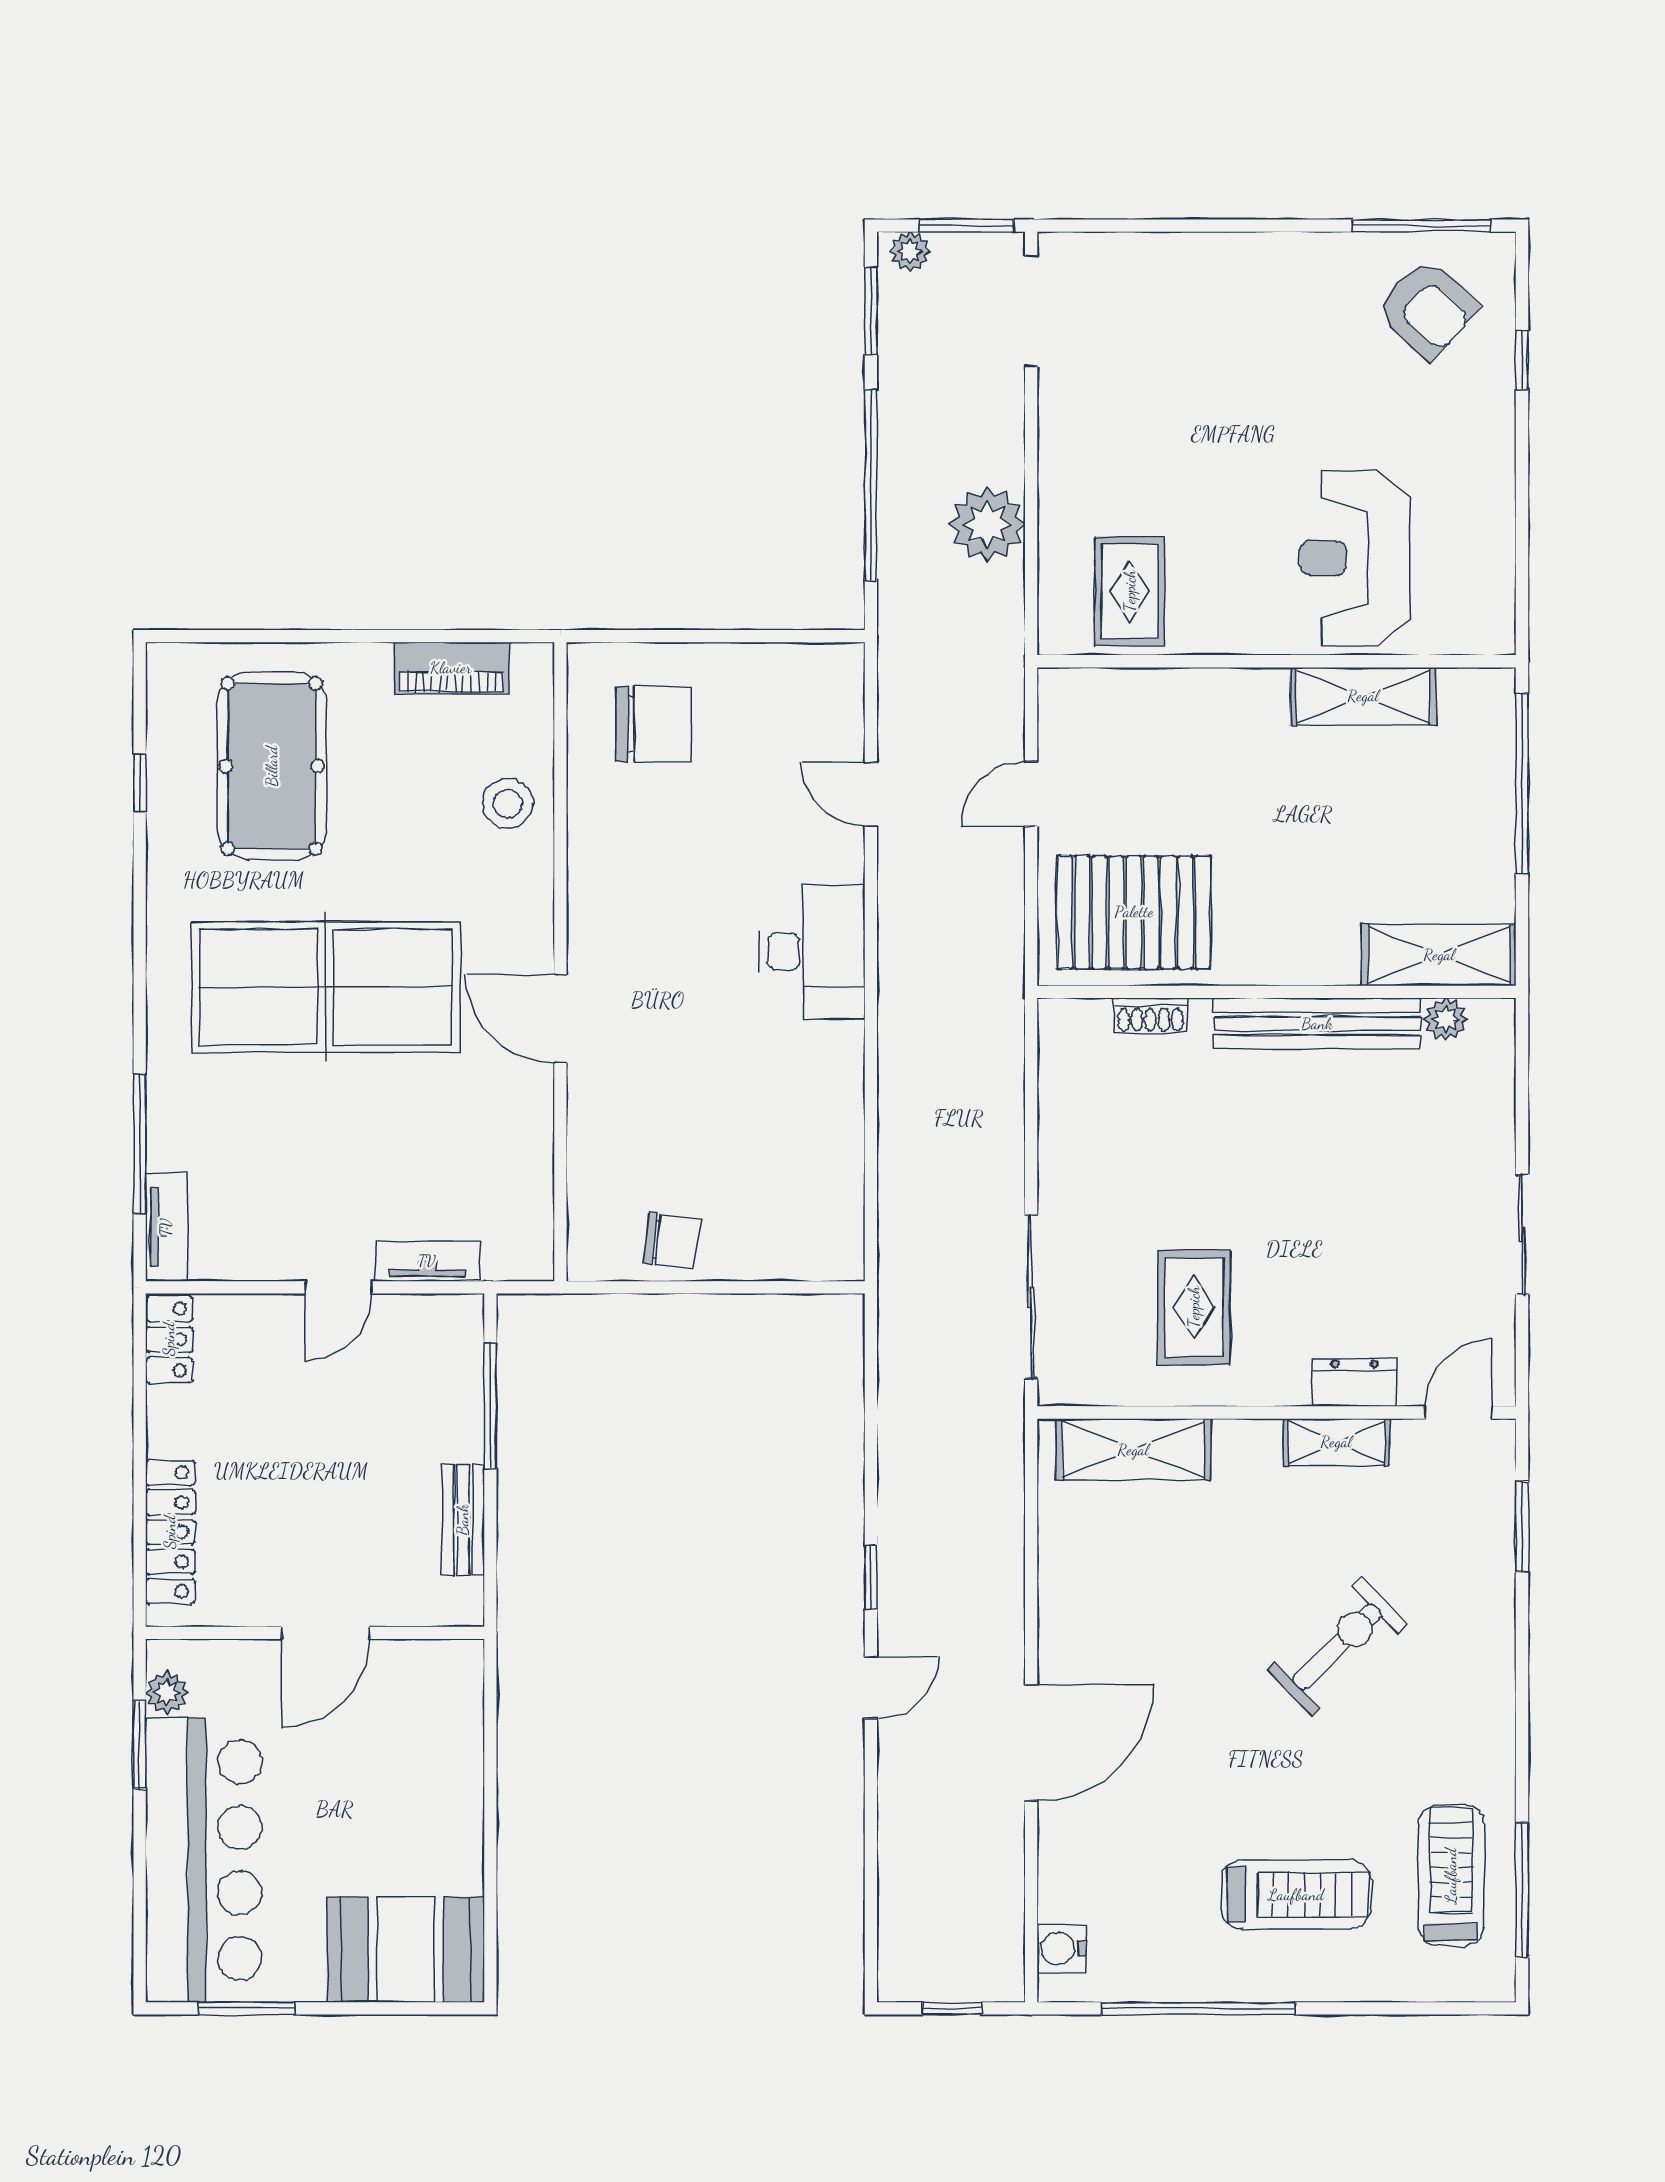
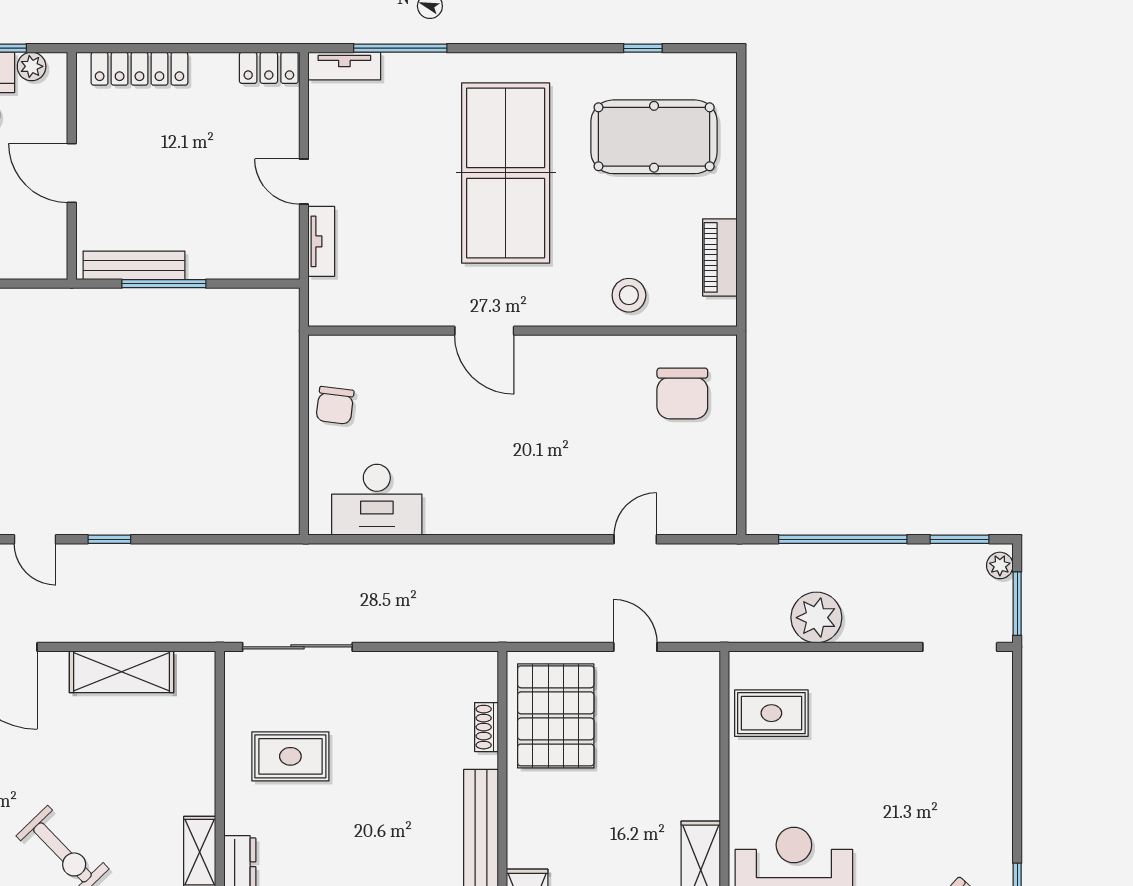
desk: (812, 952) -> (377, 500), moved
door: (560, 1019) -> (484, 331), swing flipped
window: (490, 1406) -> (164, 284), moved
shelving: (1133, 1450) -> (121, 672), moved, turned 90
bench: (463, 1520) -> (134, 265), width x1.36

